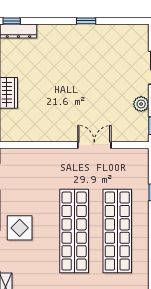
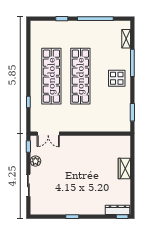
double door: (94, 145) -> (48, 134), moved

